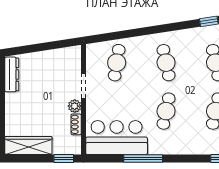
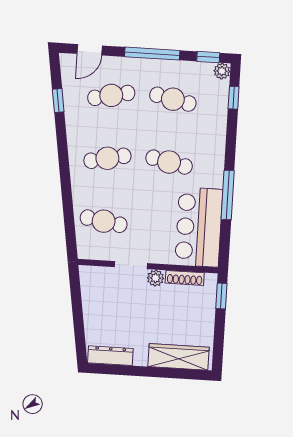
shoe rack: (76, 124) -> (185, 278), width x1.43
wardrobe: (28, 146) -> (178, 357), moved, turned 90

